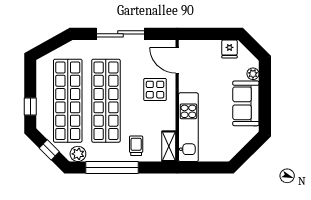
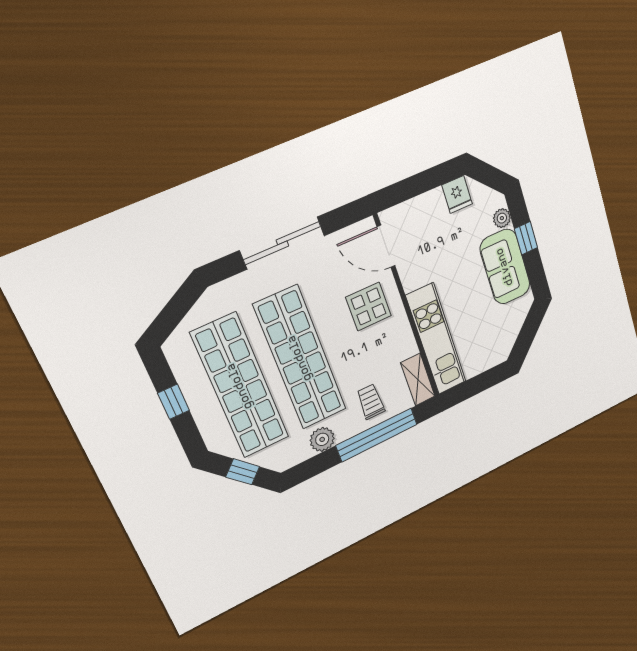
window: (265, 92) -> (526, 238), added
window: (30, 107) -> (173, 402), moved
plant: (78, 154) -> (322, 439), moved
window: (112, 168) -> (377, 435), moved

